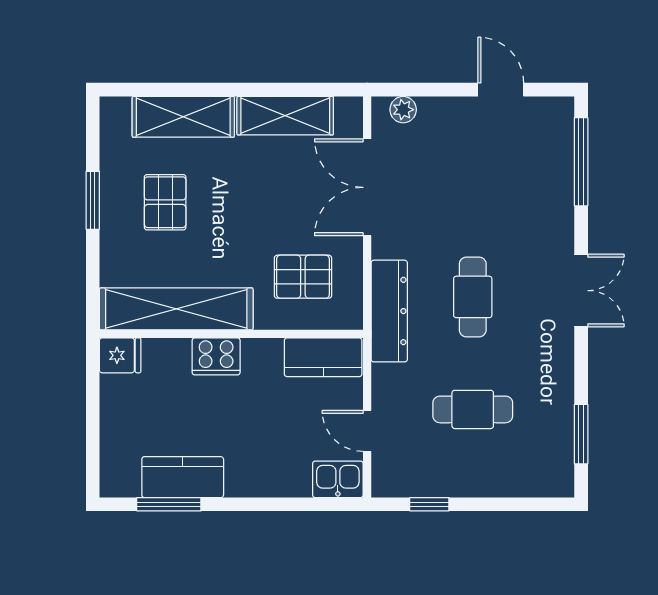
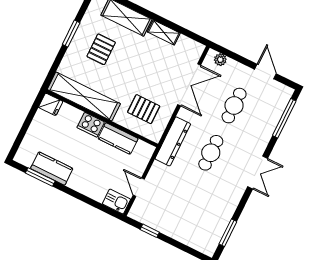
shelving: (285, 116) -> (164, 32), width x0.67, depth x0.75
double door: (367, 187) -> (189, 85), swing flipped
kitchen counter: (323, 357) -> (118, 139), moved
cafe table: (473, 409) -> (234, 106), moved, turned 90

